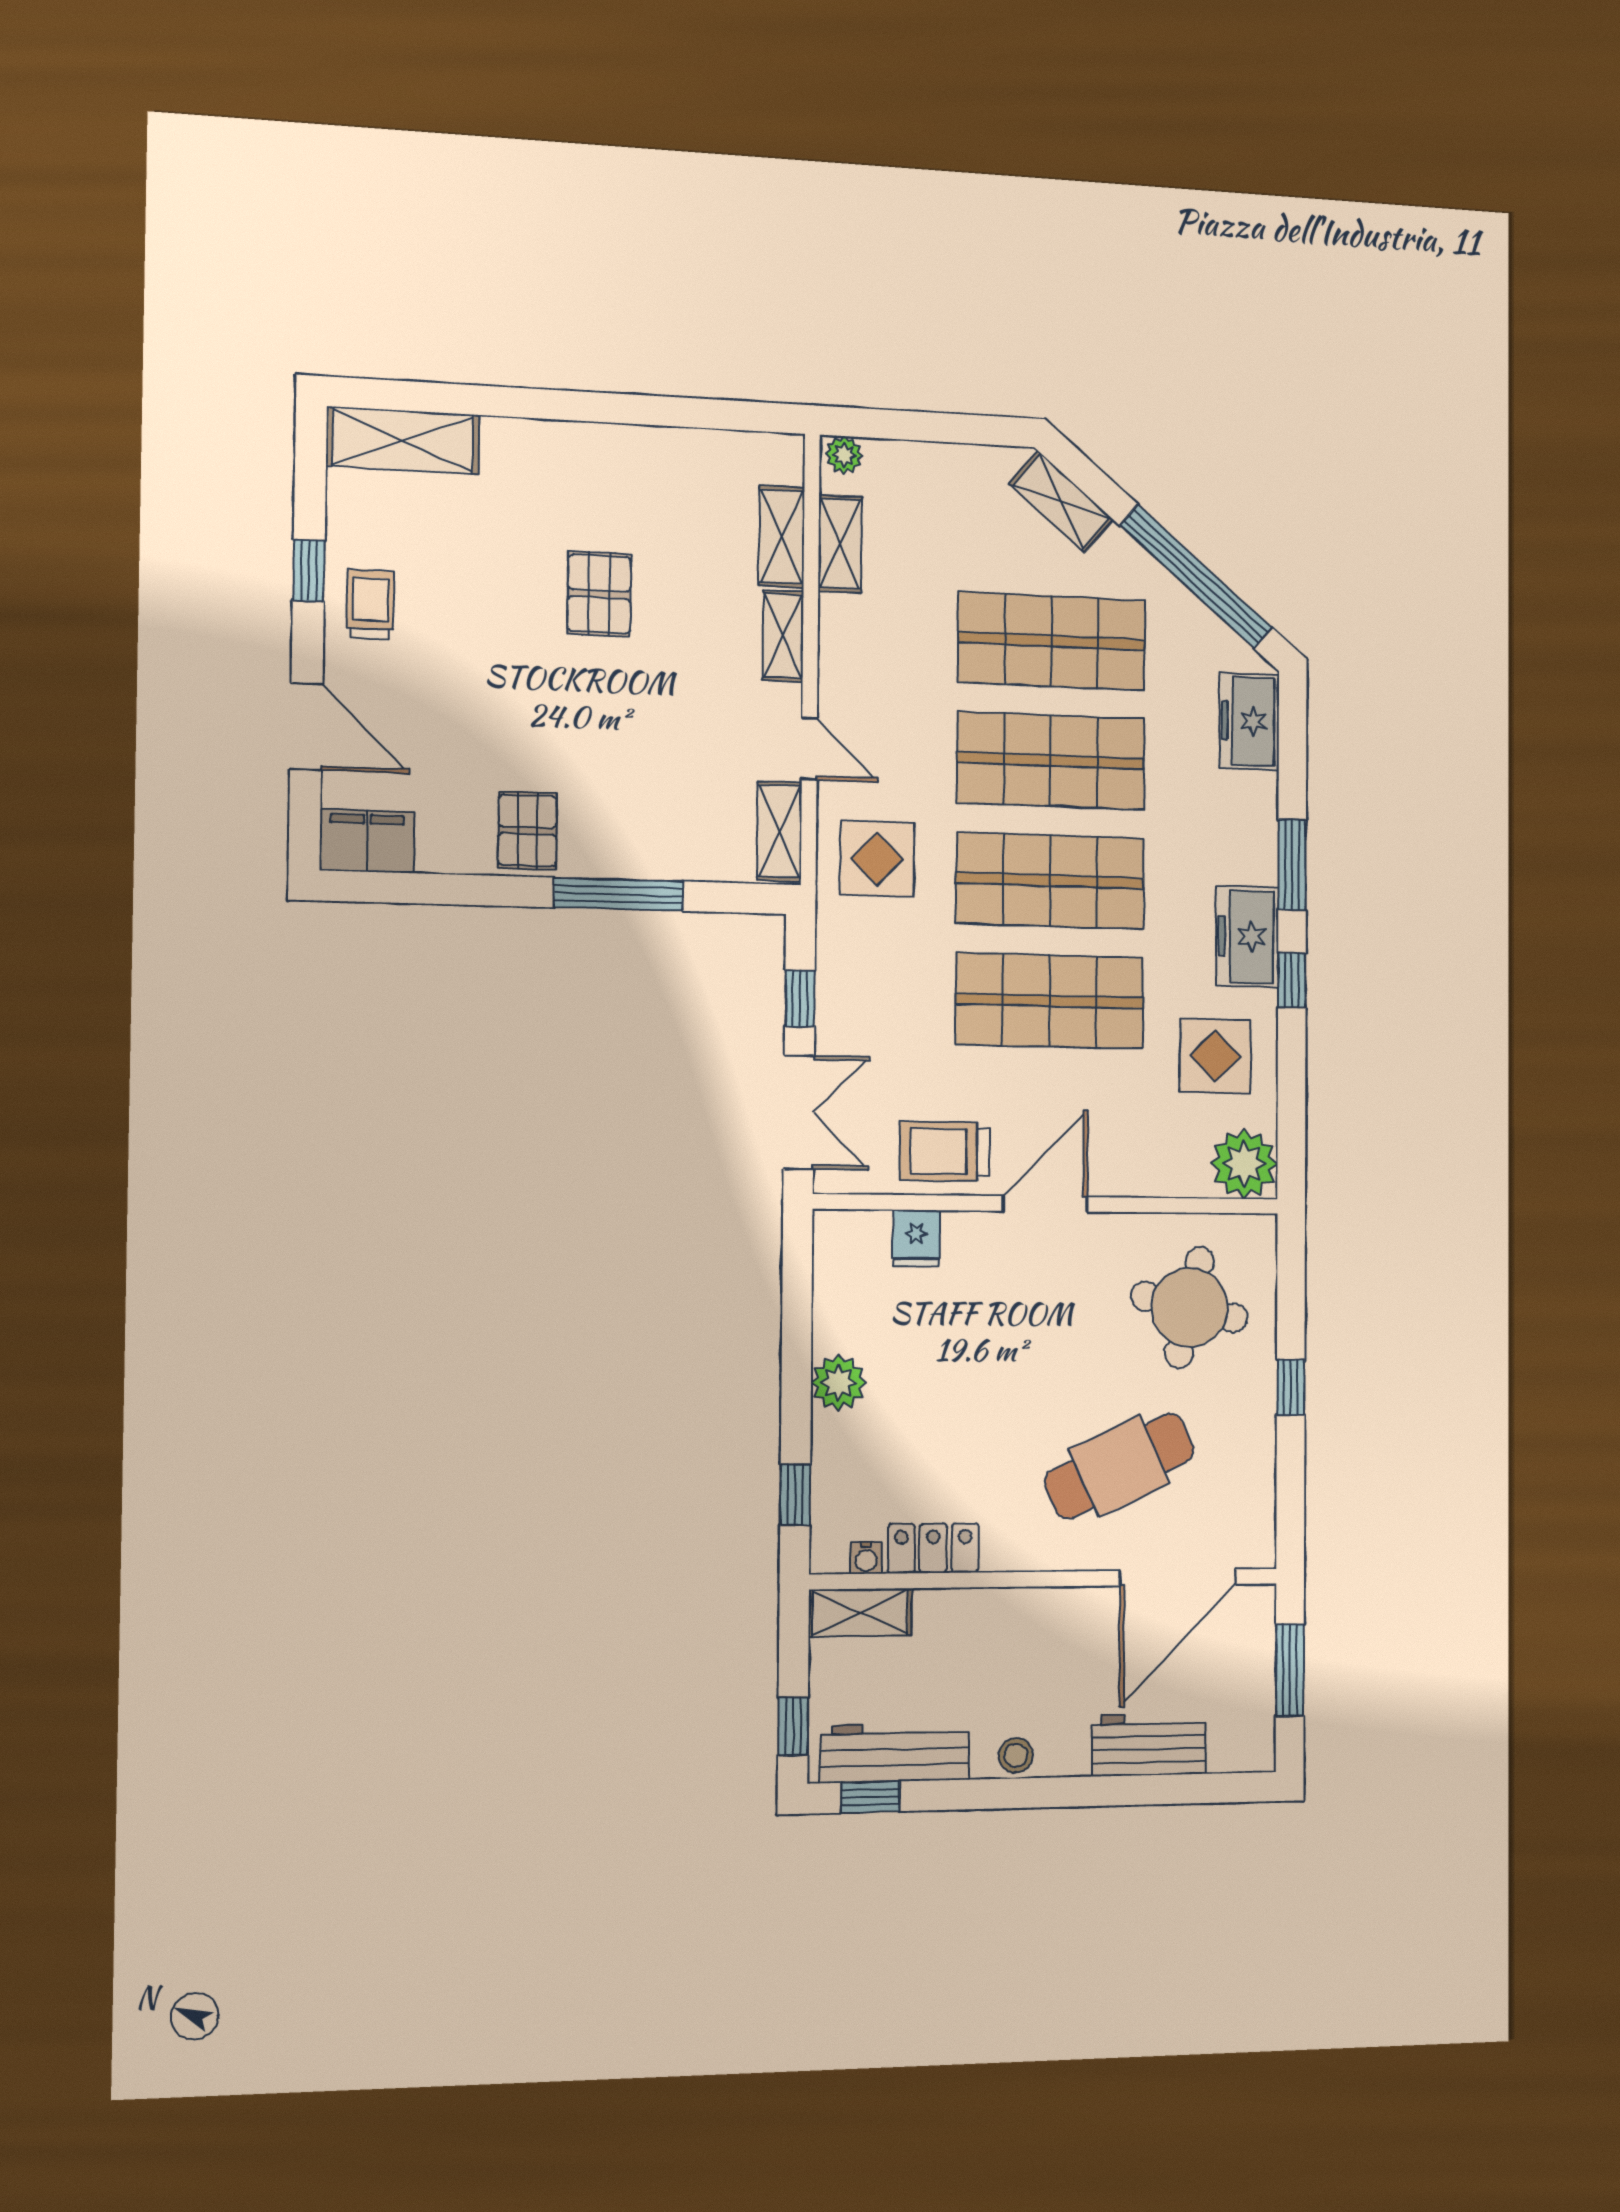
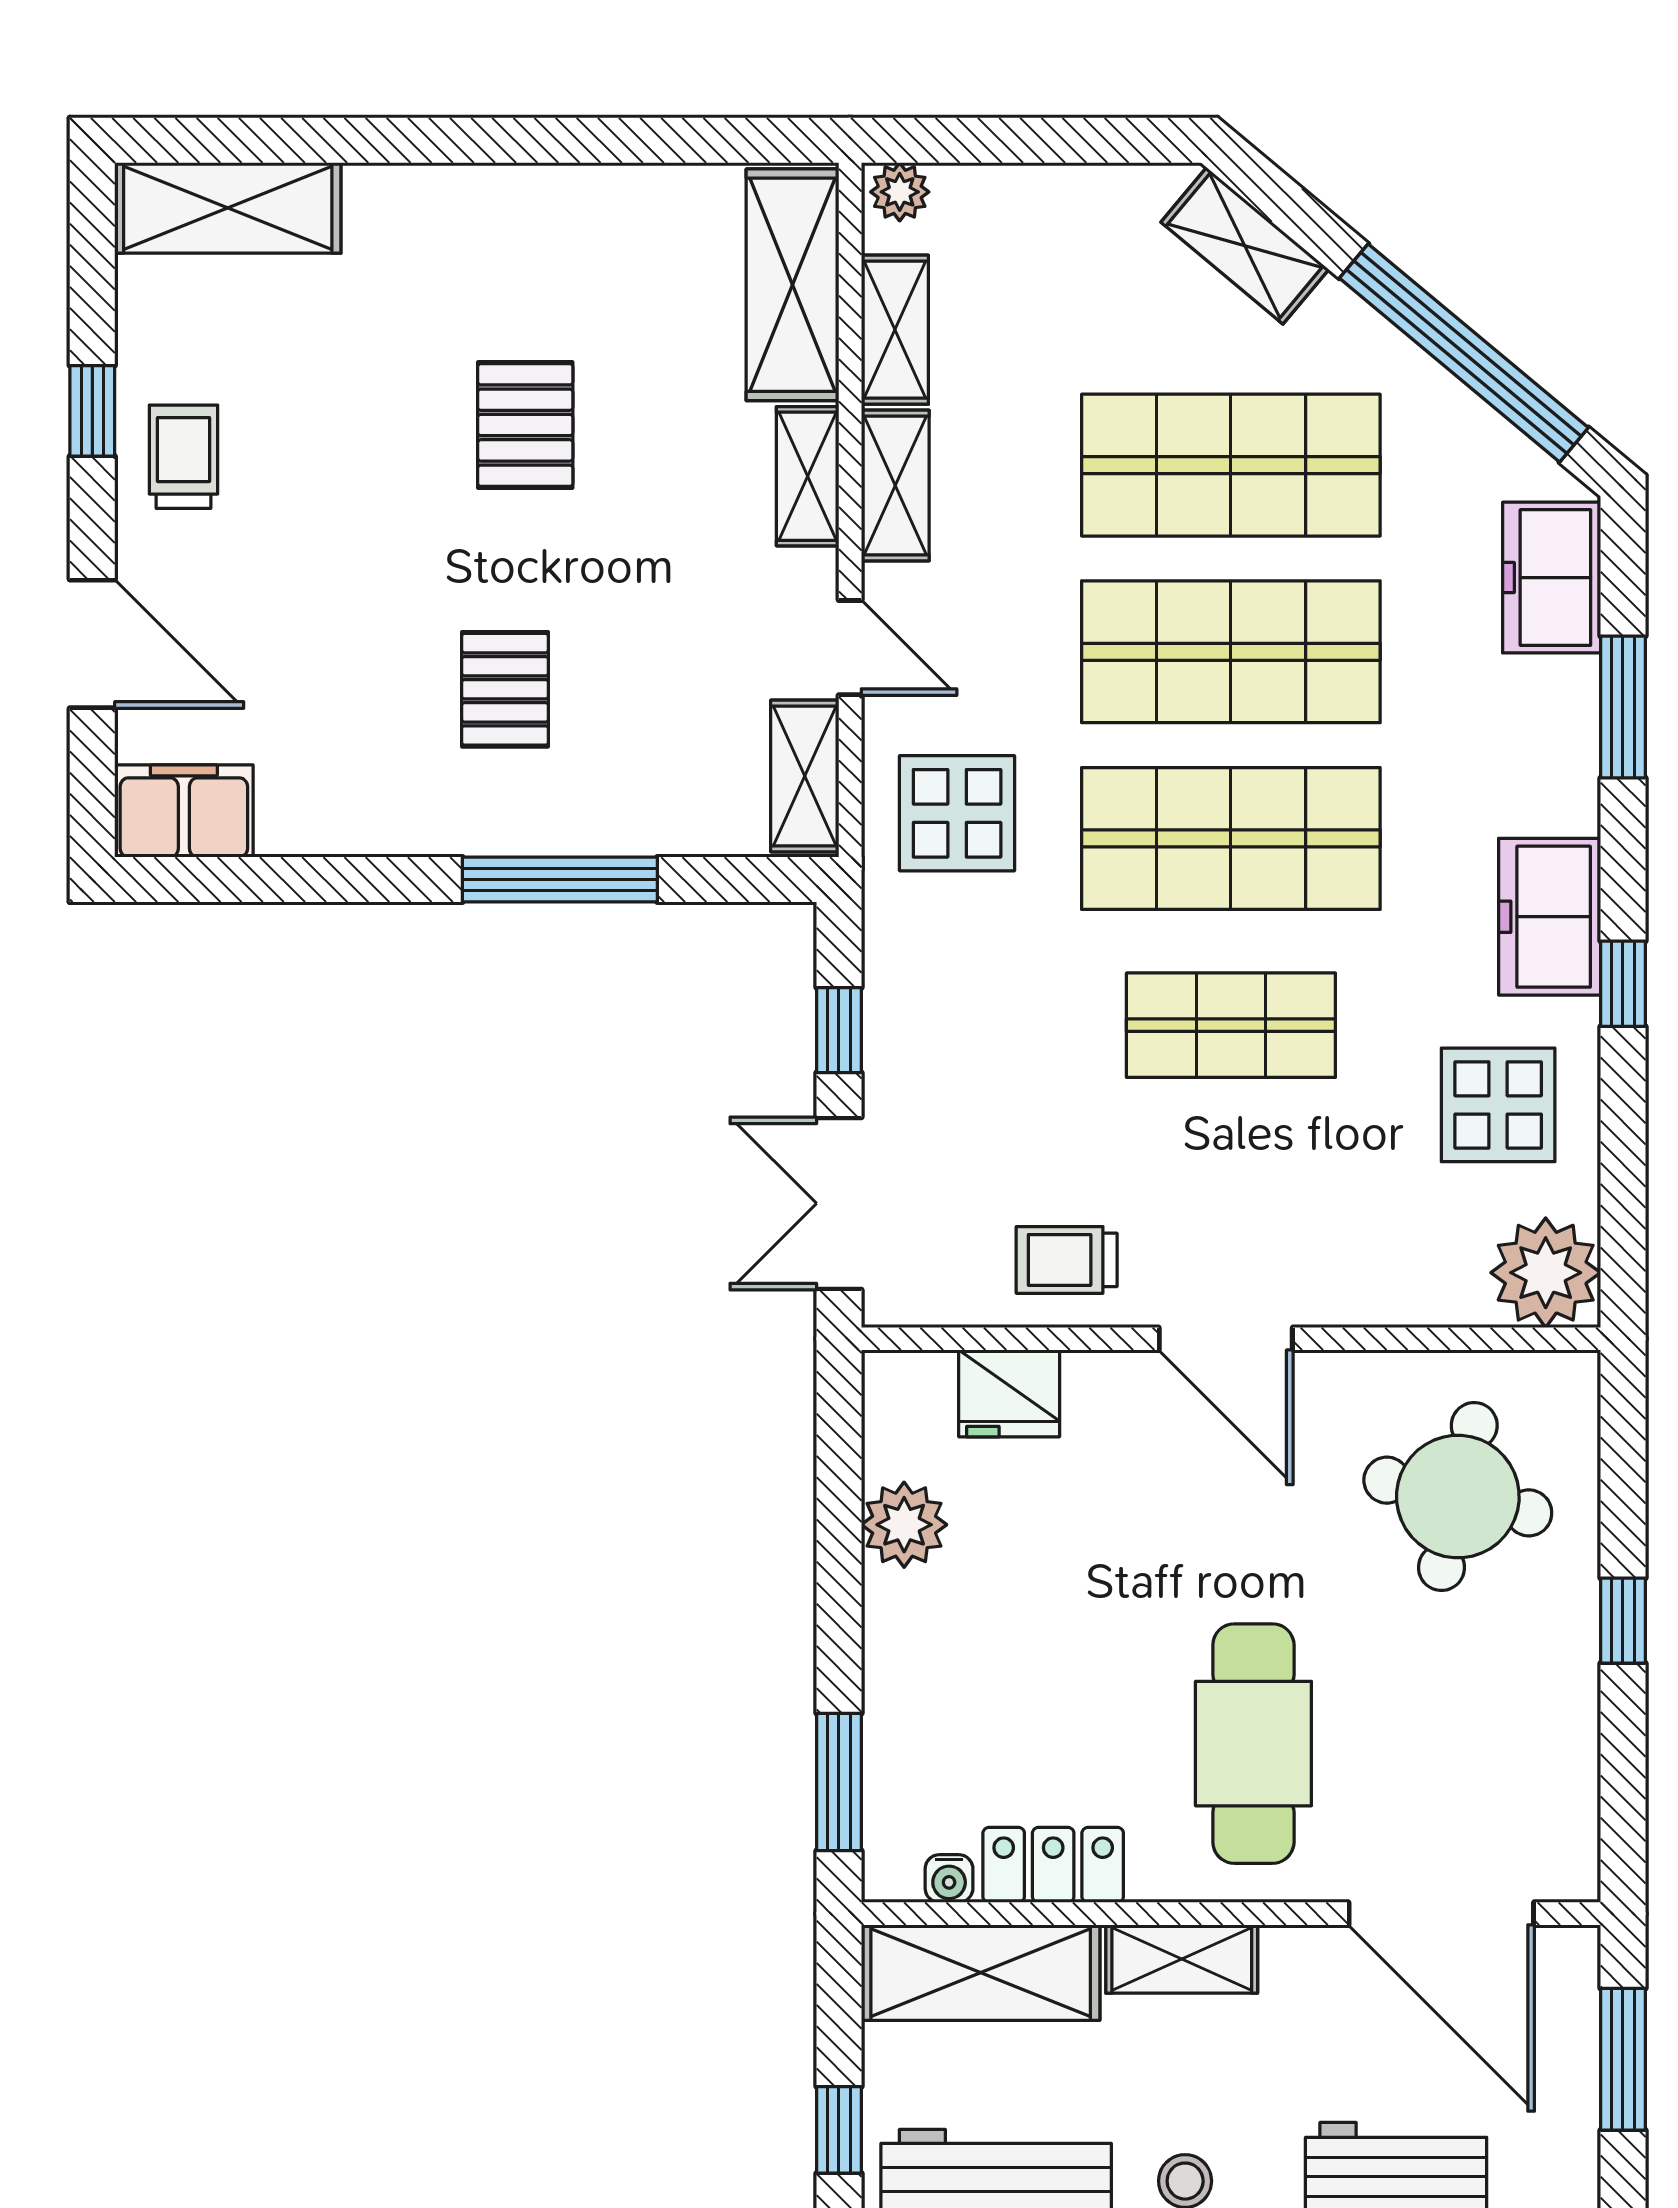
shelving: (782, 537) -> (793, 285), width x1.50, depth x1.33
shelving: (839, 645) -> (895, 485), added
pallet: (527, 831) -> (505, 689), moved
window: (1292, 864) -> (1623, 707), moved
shop shelf: (1050, 1001) -> (1231, 1025), width x0.70, depth x0.74
double door: (799, 1112) -> (839, 1203), swing flipped
trolley: (945, 1151) -> (1067, 1260), width x0.73, depth x0.72
door: (1045, 1204) -> (1226, 1339), swing flipped
fridge: (916, 1238) -> (1009, 1393), width x1.38
plant: (839, 1383) -> (904, 1525), moved
cafe table: (1119, 1466) -> (1253, 1744), moved, turned -65
window: (795, 1495) -> (839, 1782), width x1.50
door: (1178, 1577) -> (1441, 1914), hinge flipped
shelving: (1015, 1609) -> (1182, 1959), added
shelving: (860, 1612) -> (981, 1973), width x1.50, depth x1.33

